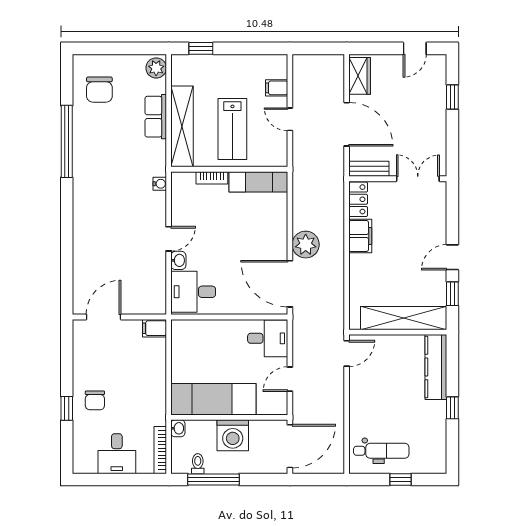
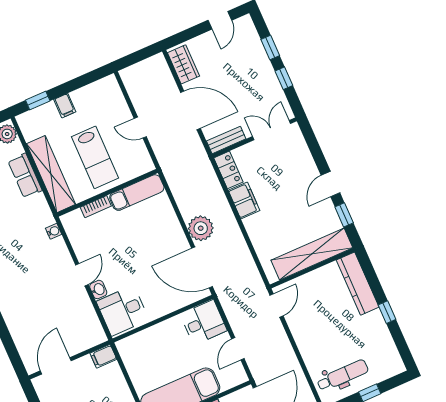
filing cabinet: (277, 88) -> (65, 106), moved, turned -90
window: (452, 133) -> (284, 78), added

